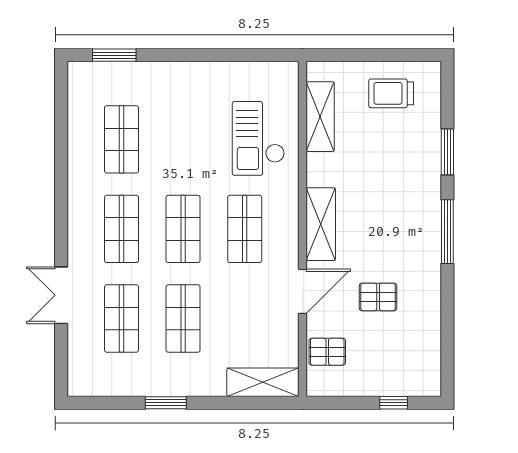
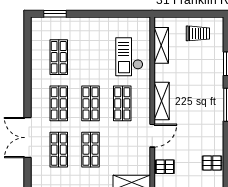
trolley: (391, 93) -> (198, 33), turned 180
double door: (61, 295) -> (28, 138), width x1.37
pallet: (378, 297) -> (212, 163), moved

